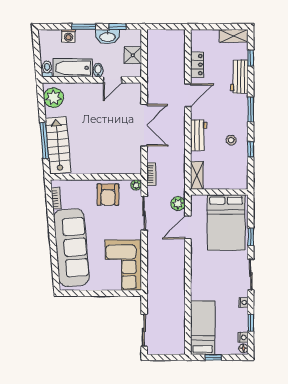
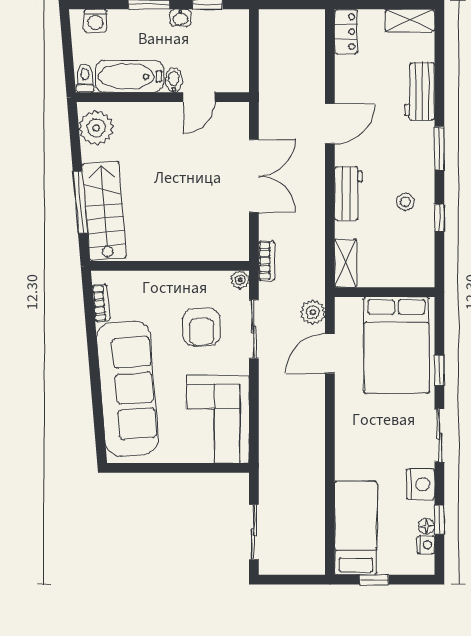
washing machine: (68, 36) -> (95, 21), moved
washbasin: (107, 37) -> (180, 18), width x0.52, depth x0.69
shower: (133, 55) -> (234, 54), removed
window: (251, 58) -> (439, 59), removed
locker: (197, 65) -> (346, 32), moved
armchair: (108, 195) -> (202, 327), moved
nightstand: (243, 302) -> (420, 484), width x1.89, depth x1.79
floor lamp: (243, 348) -> (427, 526), moved

